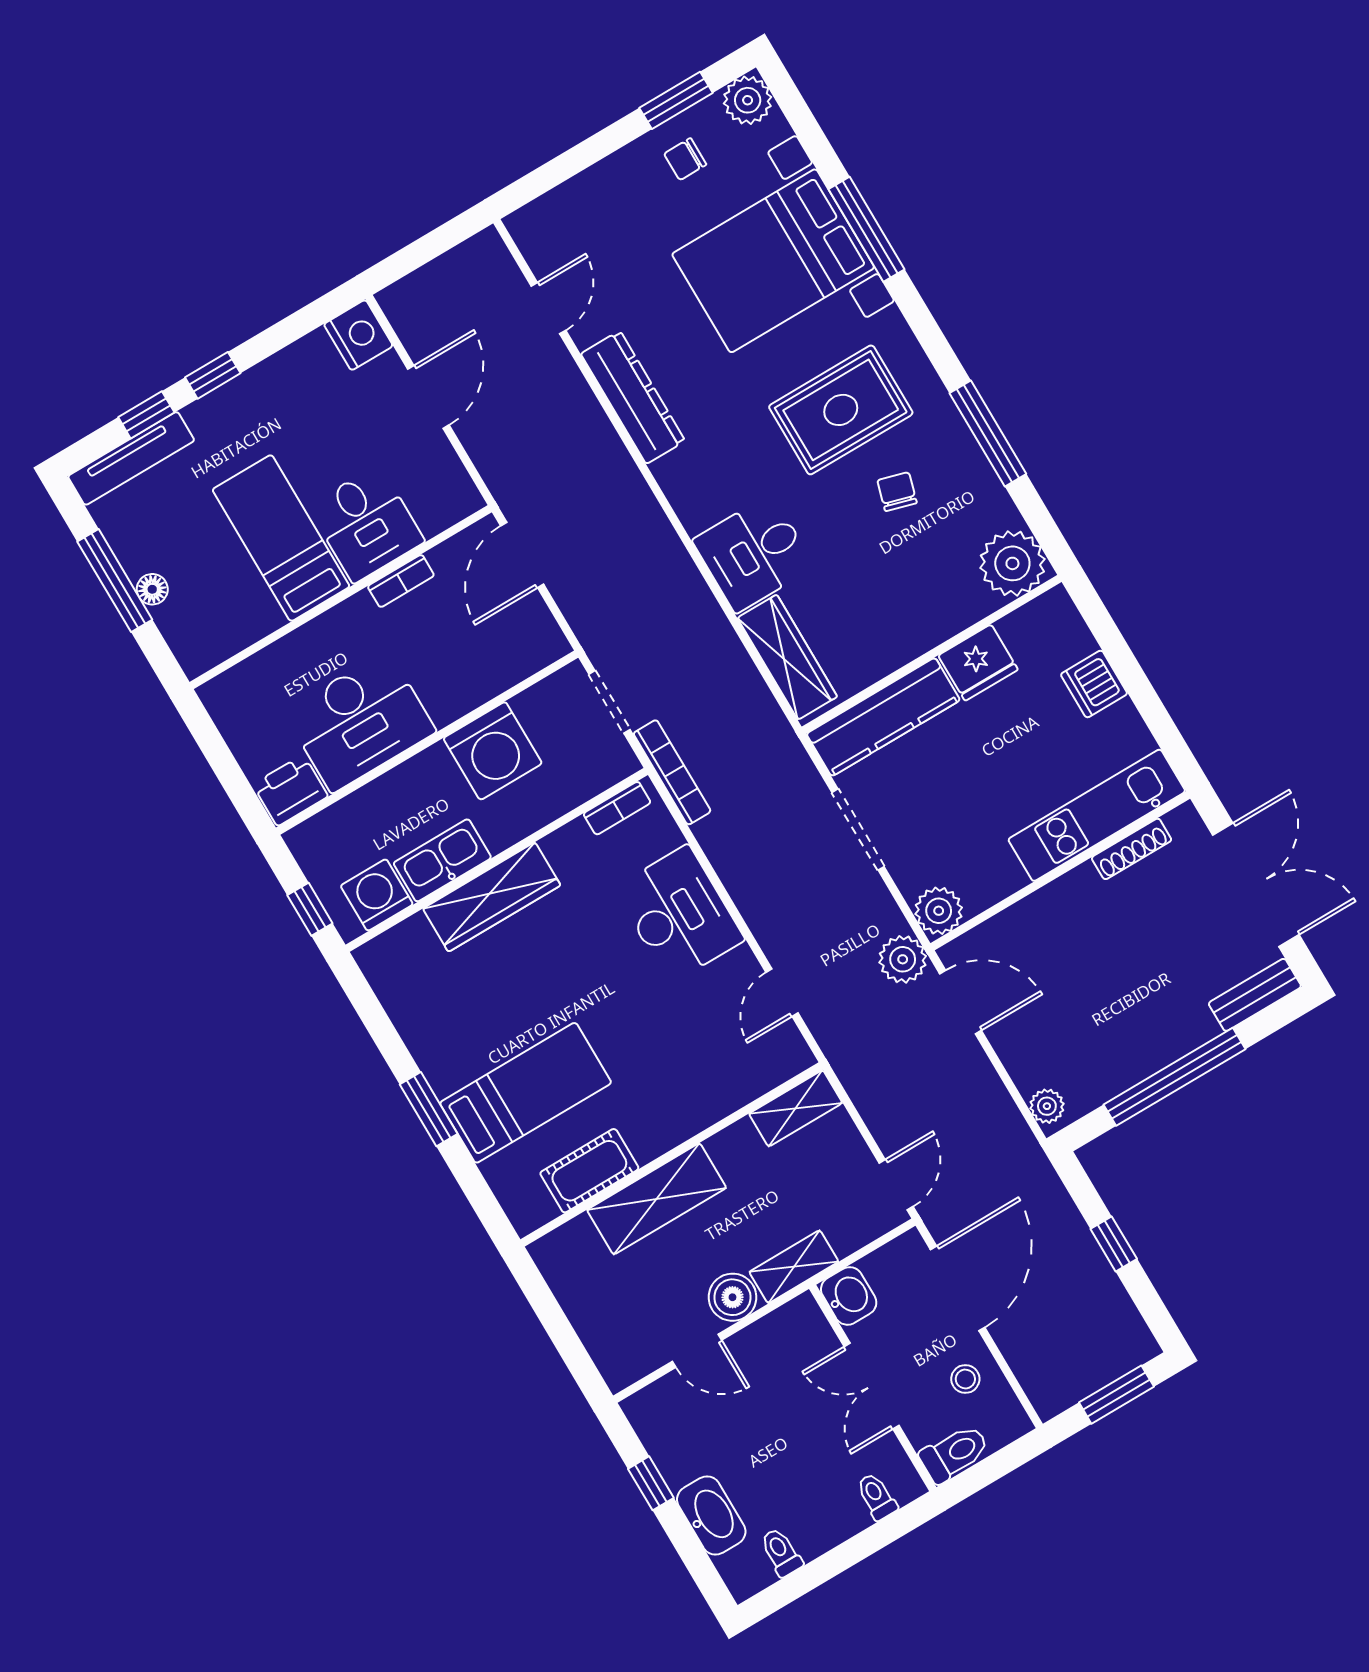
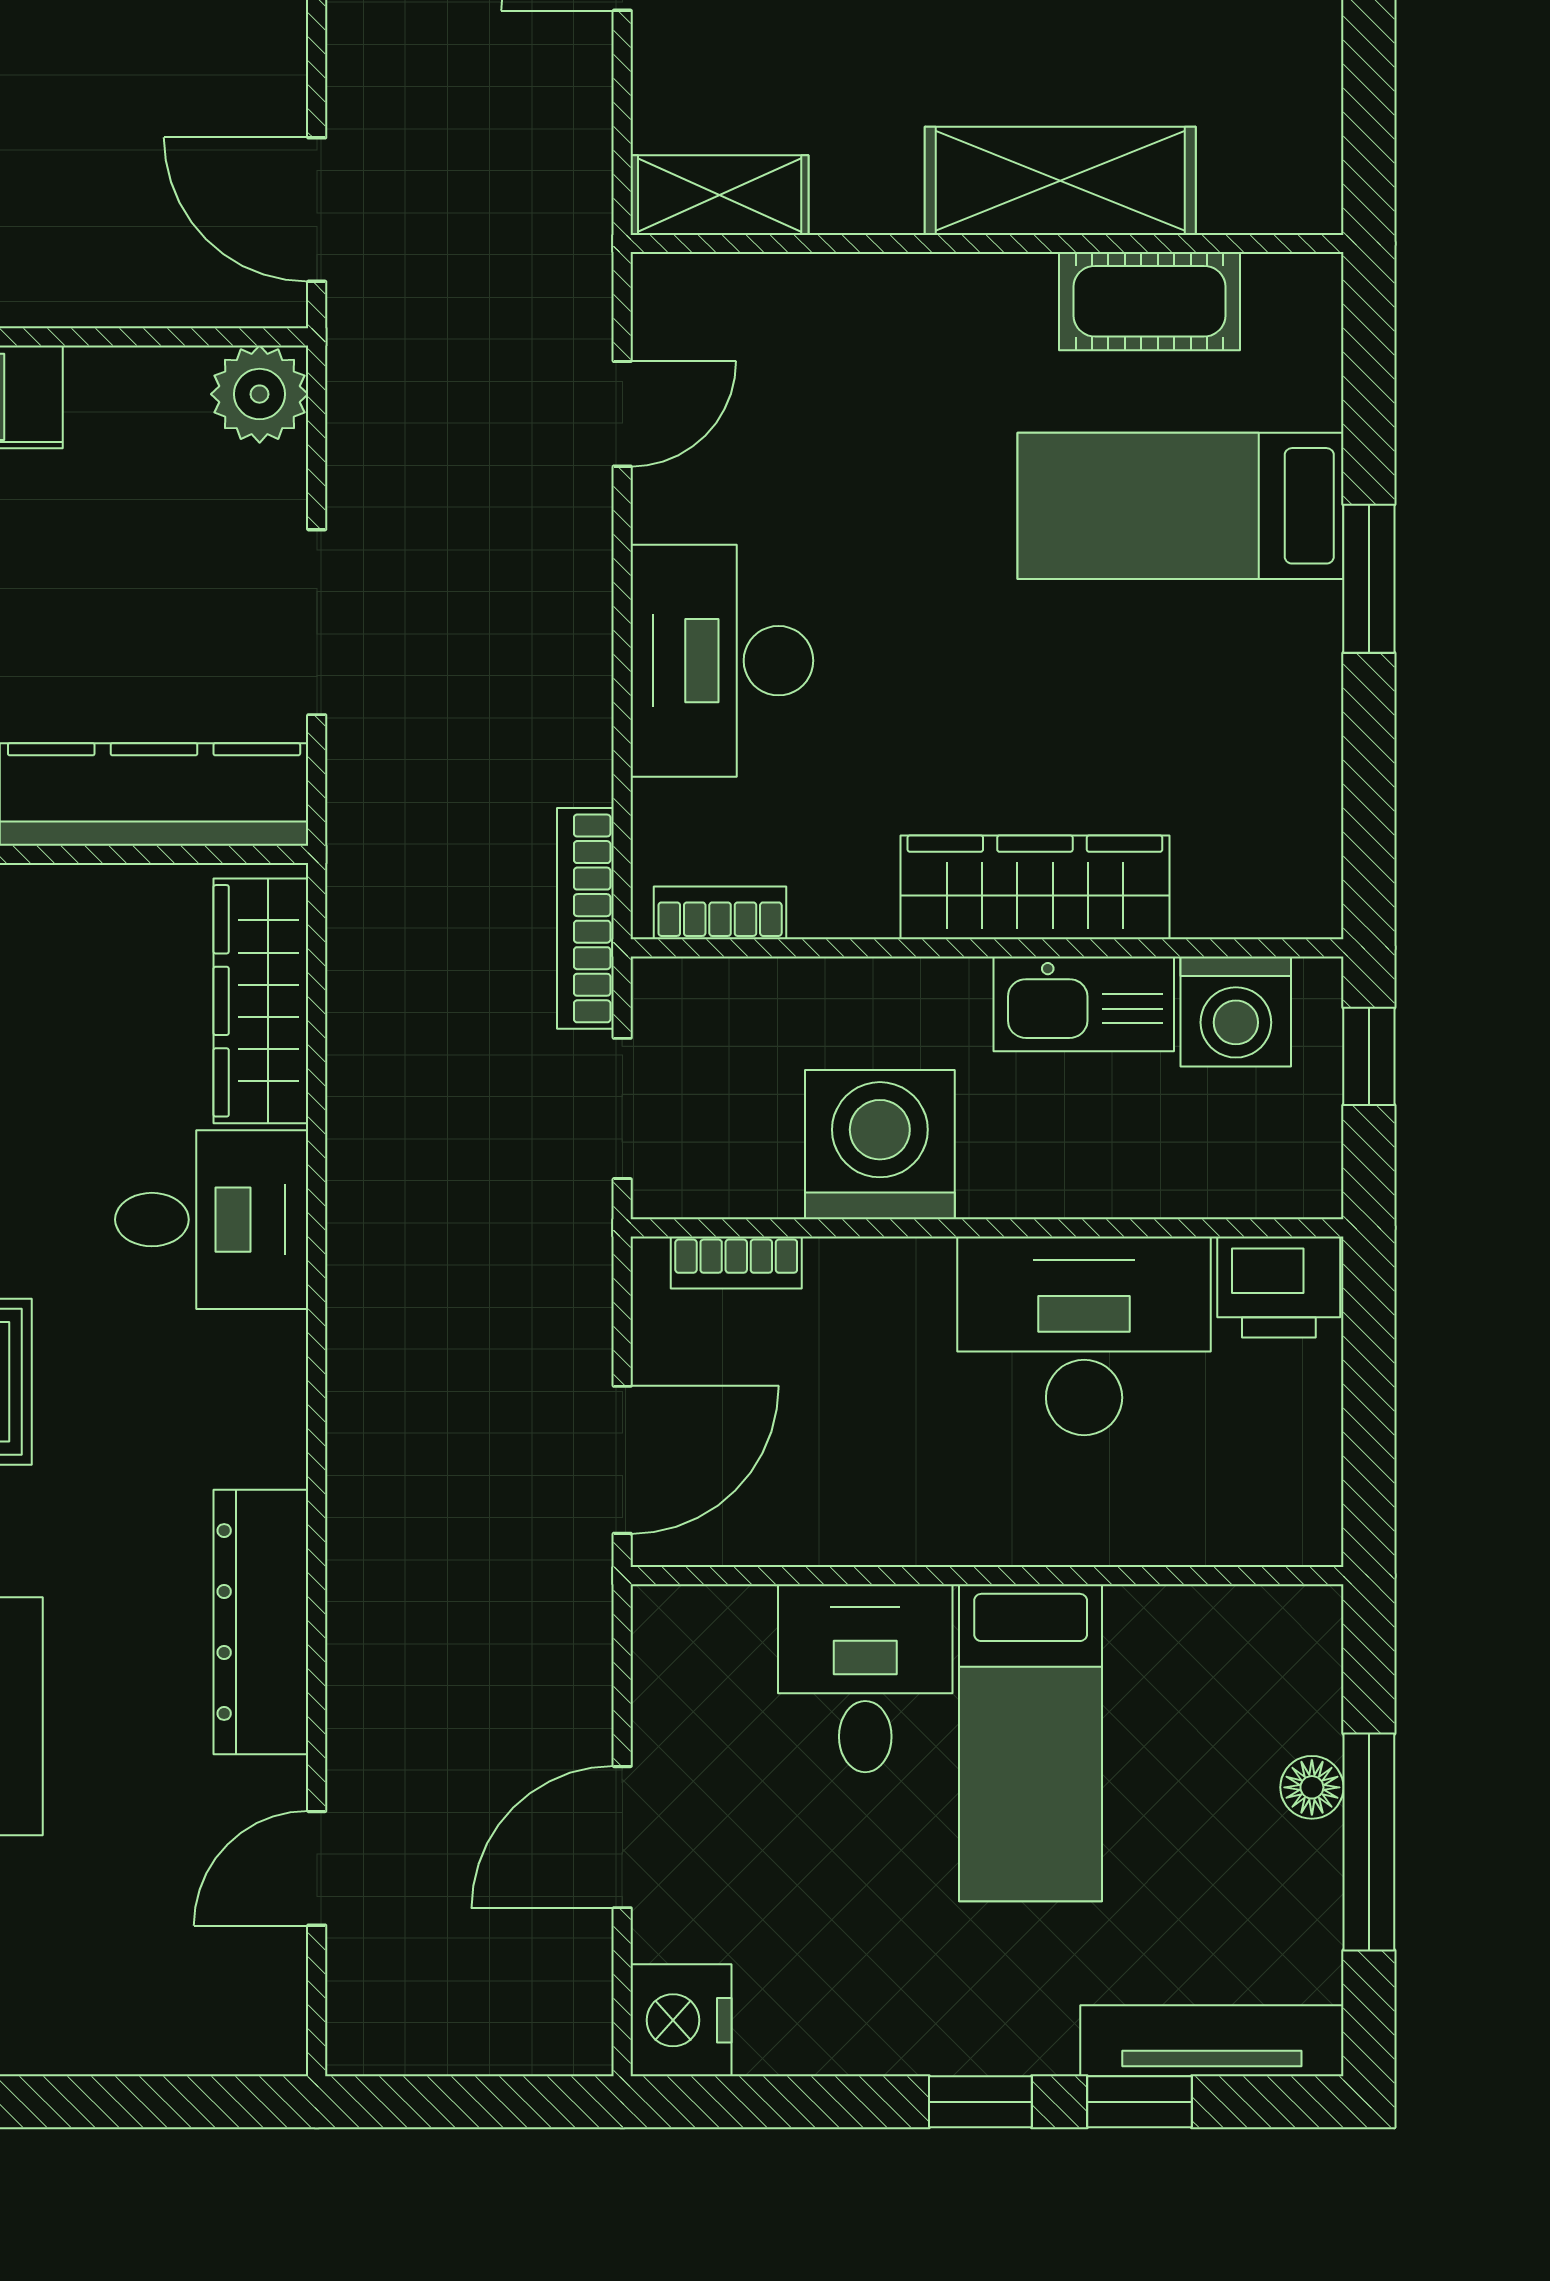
bookcase: (401, 581) -> (736, 1262), moved, turned 180
plant: (903, 959) -> (374, 346), removed

